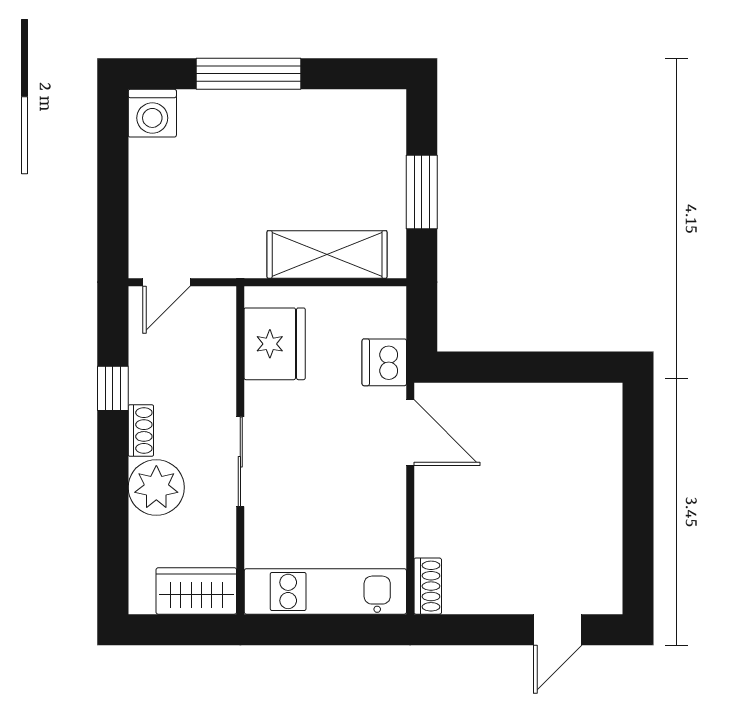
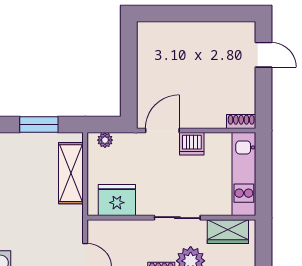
plant: (391, 321) -> (105, 140), added
dishwasher: (384, 362) -> (192, 144), moved
wardrobe: (196, 591) -> (228, 232), moved, turned -90

